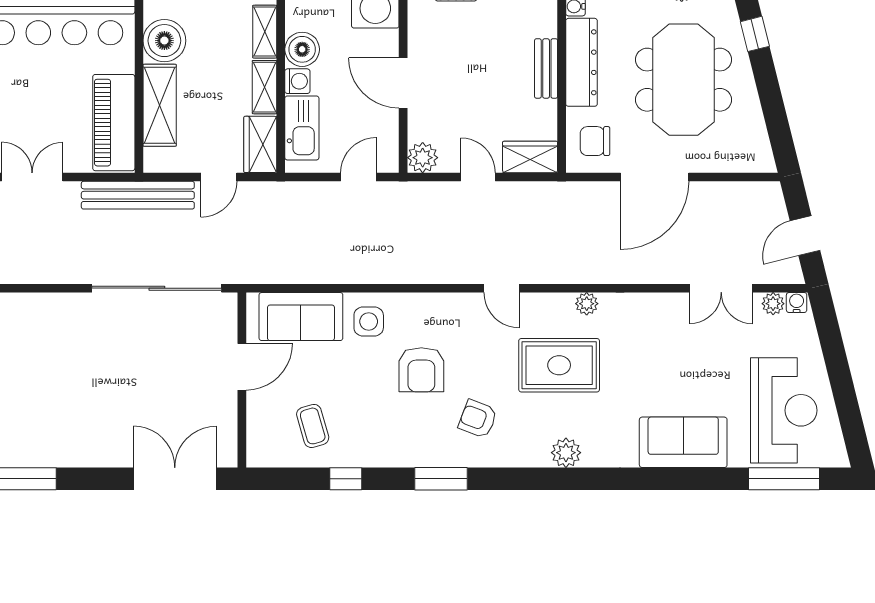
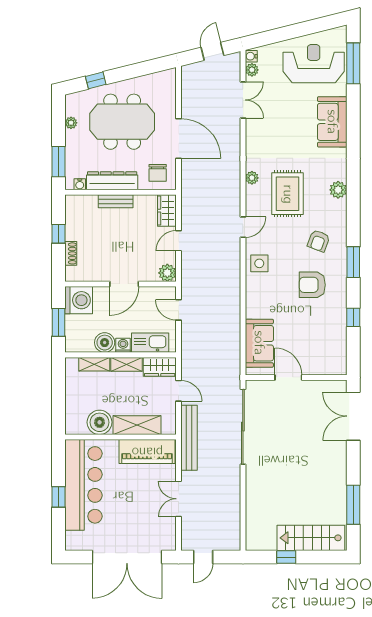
door: (805, 236) -> (212, 51), swing flipped
side table: (369, 322) -> (259, 263), moved
armchair: (421, 370) -> (312, 285), moved, turned 180
coffee table: (313, 426) -> (323, 336), removed

